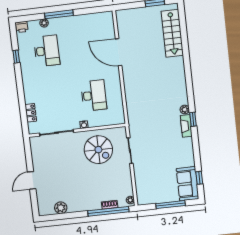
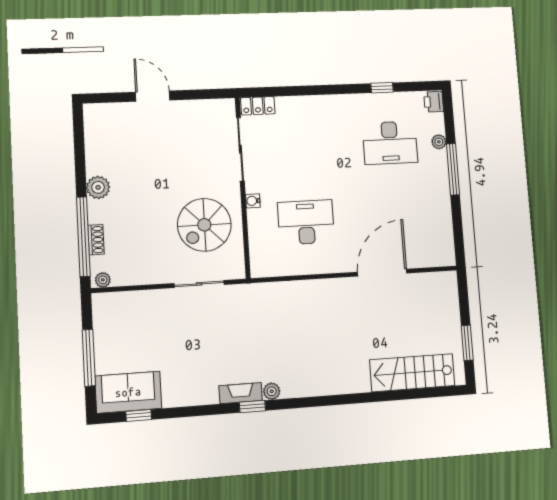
desk: (94, 95) -> (306, 222), turned 180
locker: (31, 113) -> (258, 106), moved
plant: (61, 208) -> (98, 187), moved

